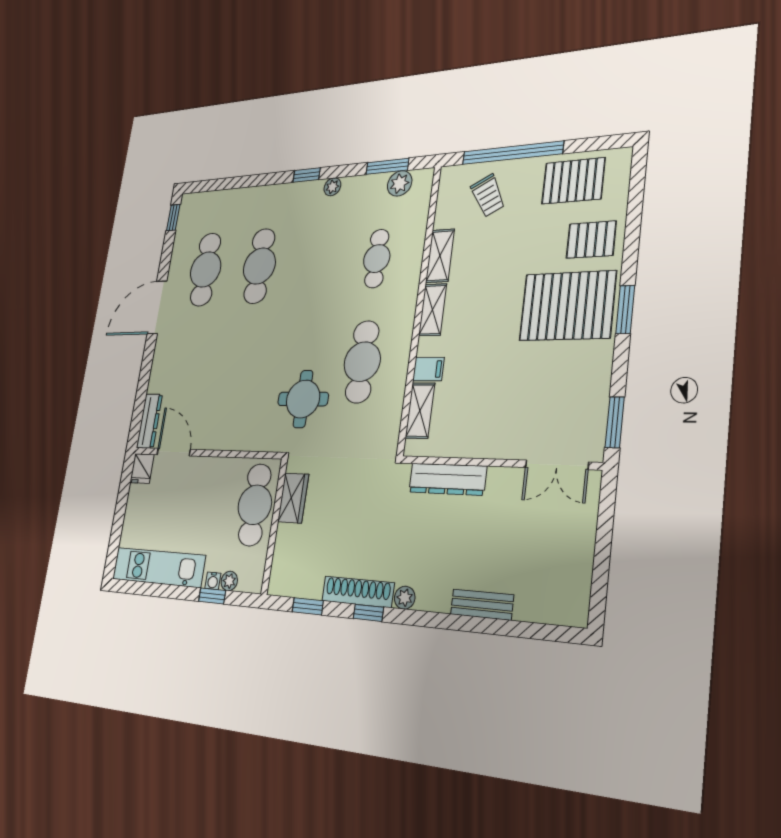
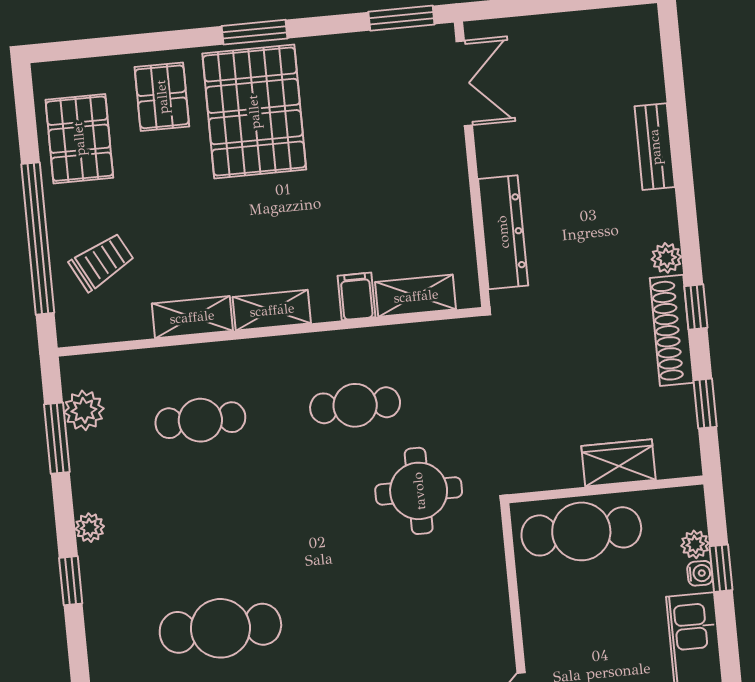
cafe table: (362, 362) -> (355, 405), width x0.73, depth x0.74
wardrobe: (293, 498) -> (619, 463), moved

